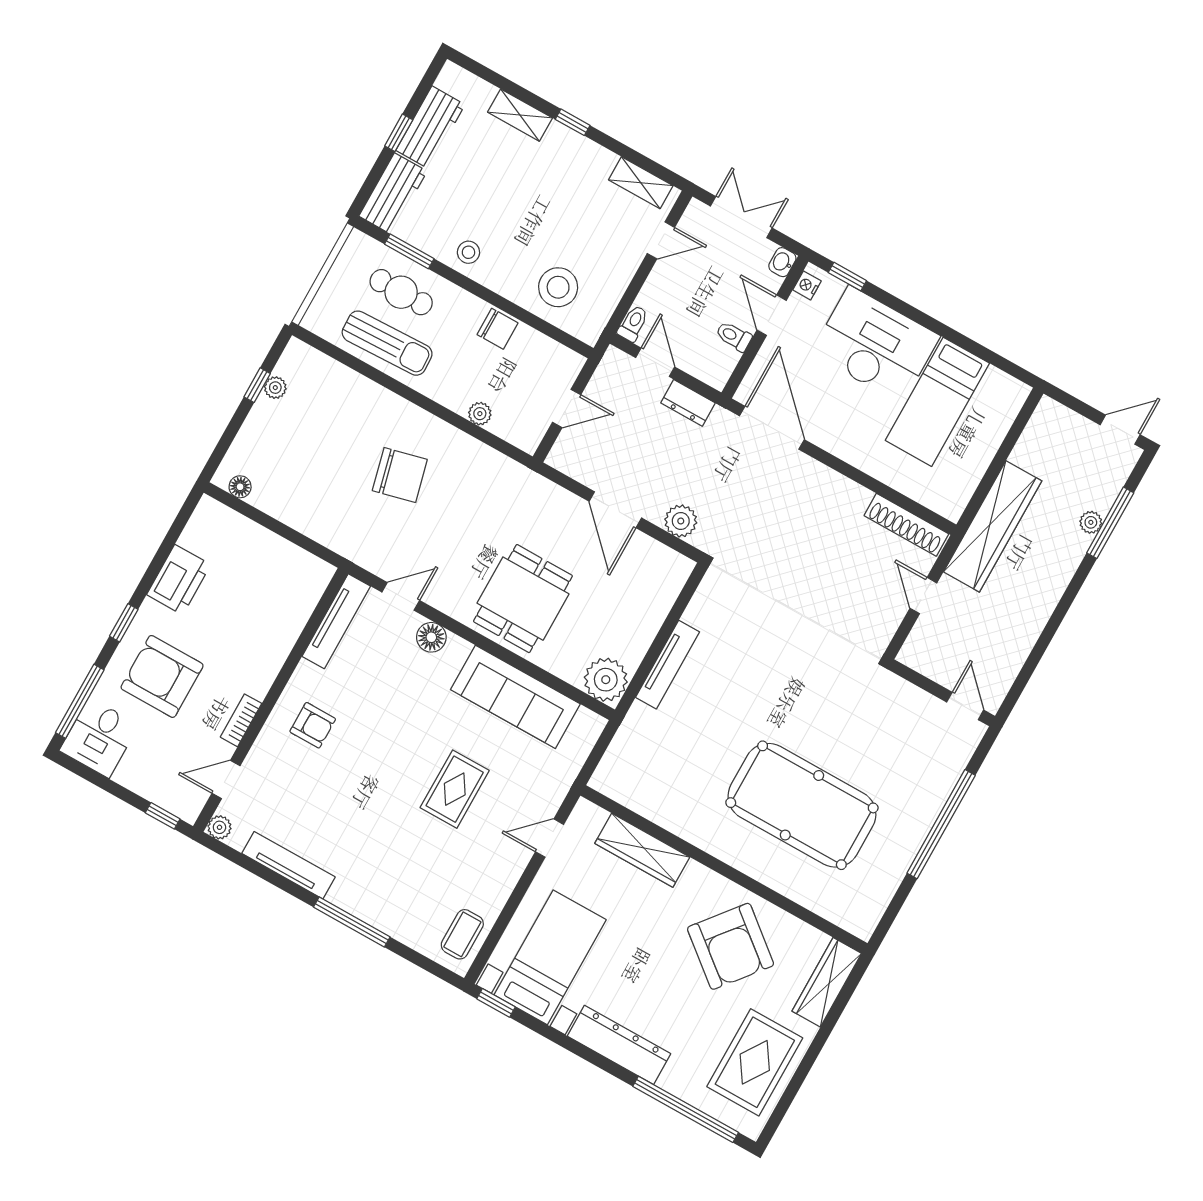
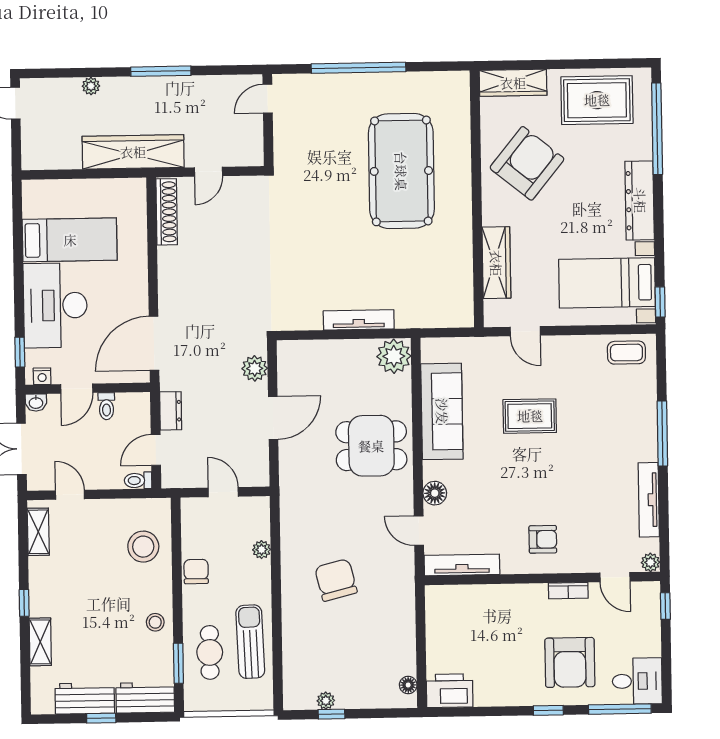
window: (1110, 523) -> (161, 71), moved
printer: (179, 580) -> (450, 691), moved
armchair: (313, 725) -> (543, 539), turned 90

